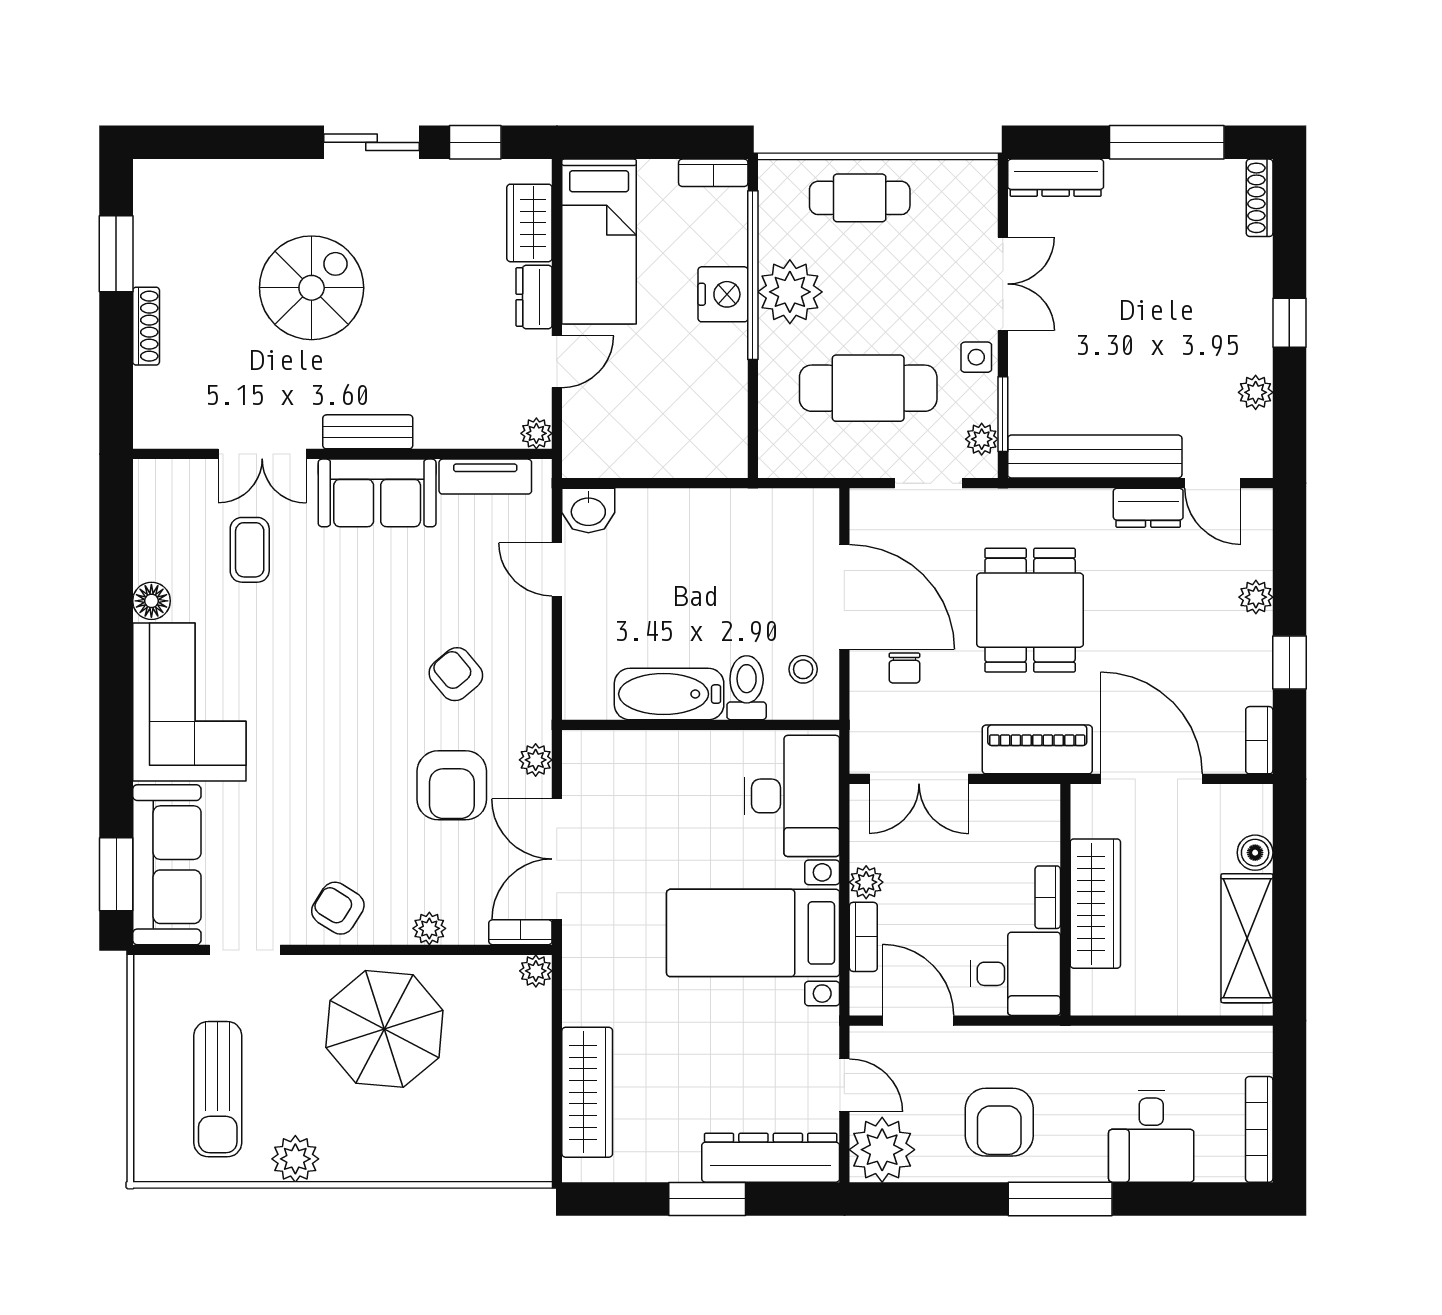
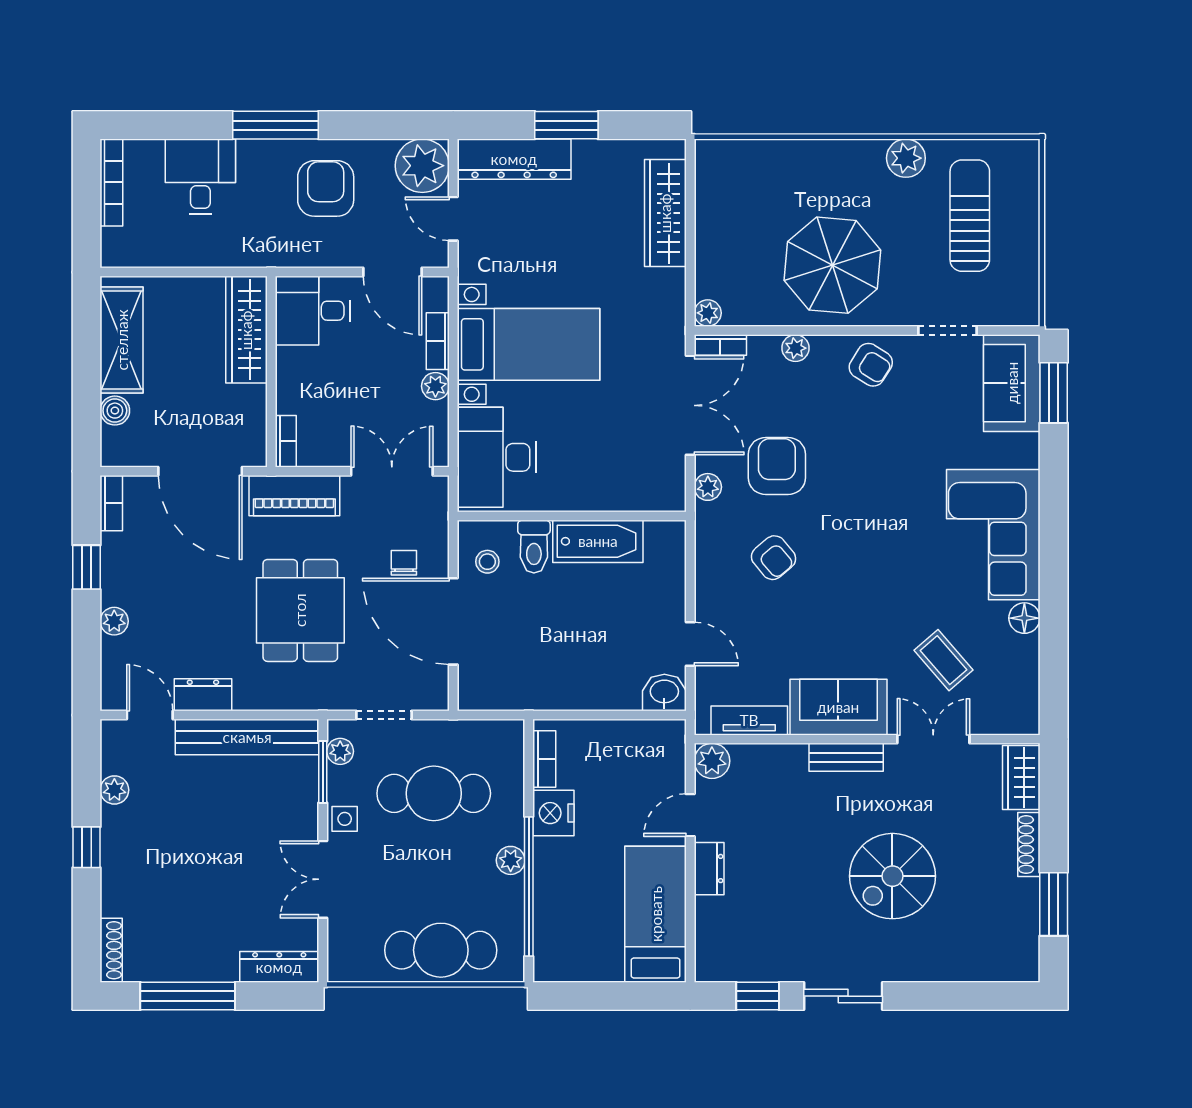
bookcase: (713, 173) -> (544, 759), moved, turned 90
cafe table: (860, 198) -> (441, 950), width x1.37, depth x1.35
wardrobe: (529, 223) -> (1021, 777), moved, turned 180
plant: (790, 292) -> (511, 860), width x0.53, depth x0.53
nightstand: (723, 294) -> (553, 813), moved
plant: (536, 433) -> (712, 761), width x1.38, depth x1.38
coffee table: (250, 550) -> (943, 660), turned -41
sofa: (167, 865) -> (1012, 383), width x0.73
bookcase: (1048, 897) -> (286, 441), moved
wardrobe: (1095, 904) -> (246, 330), moved

